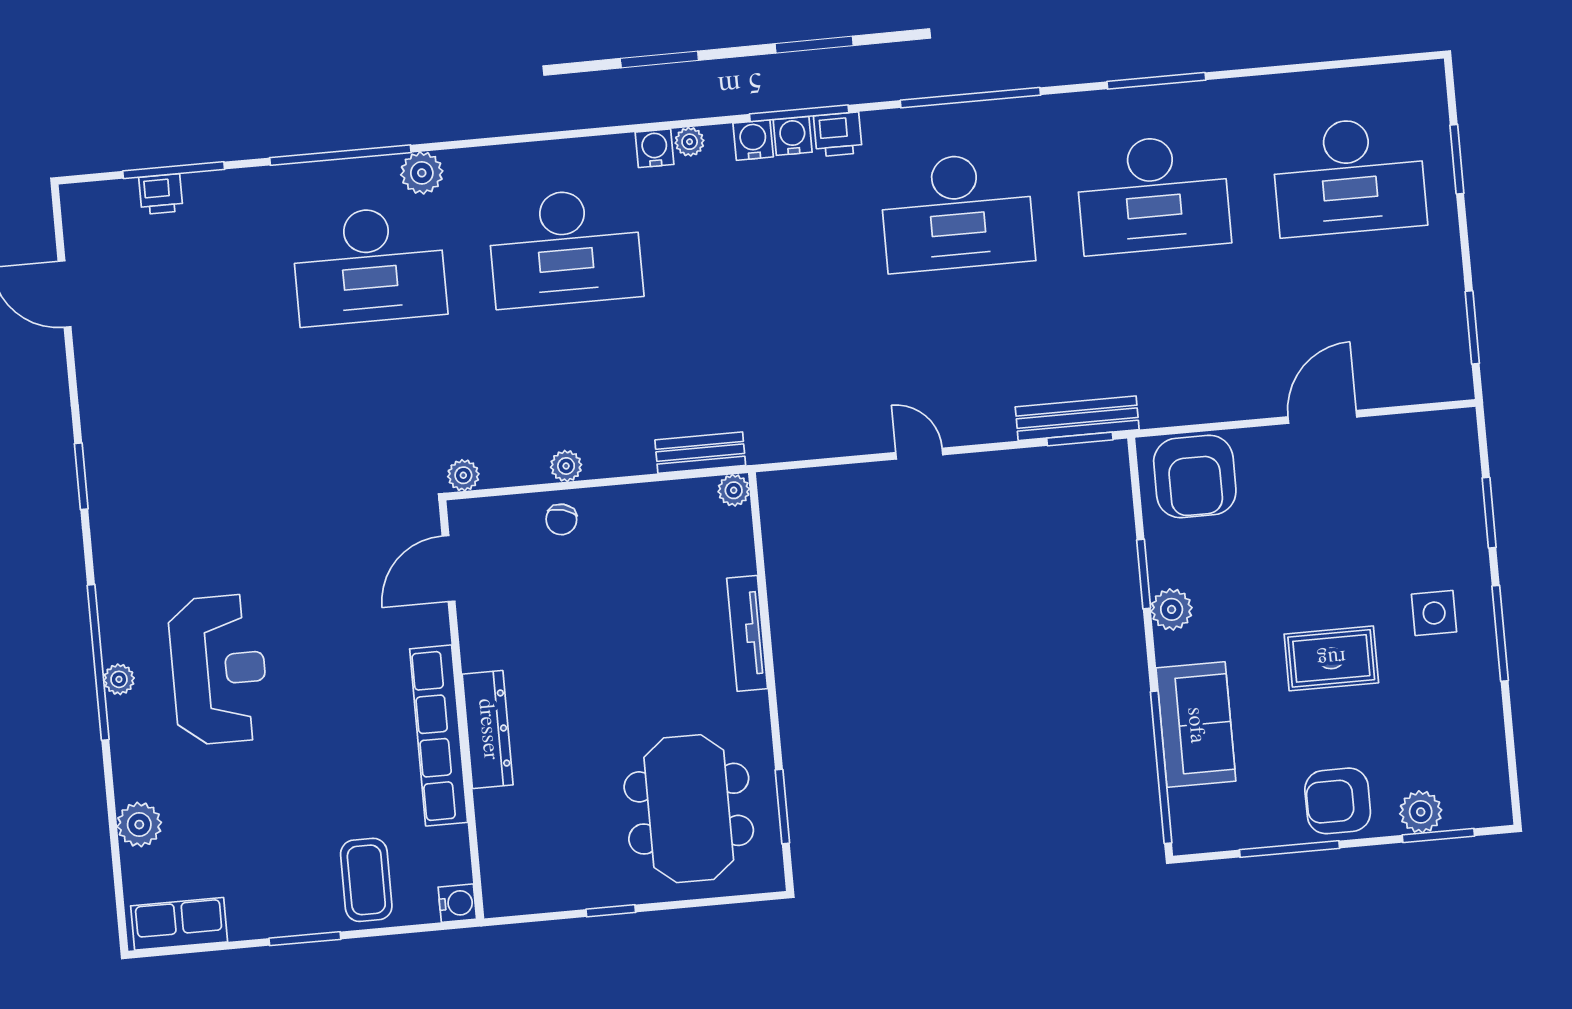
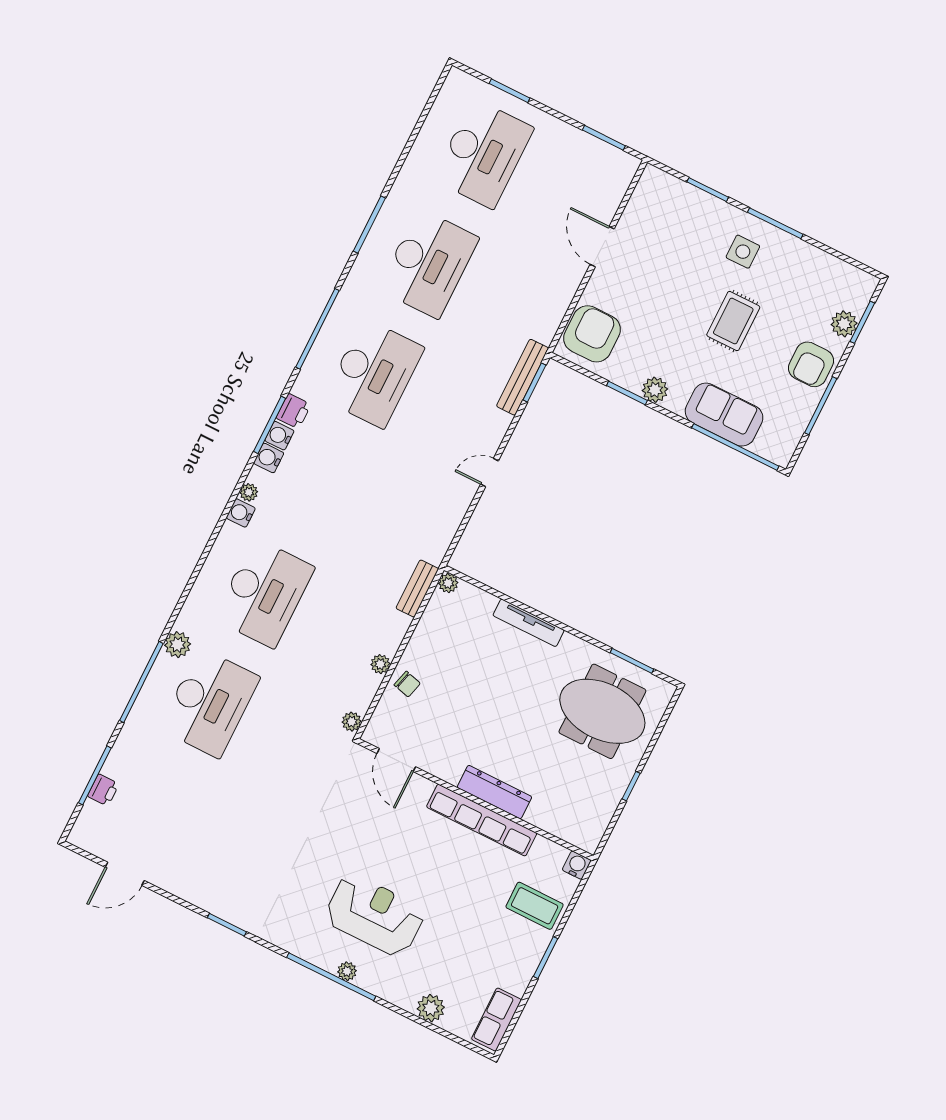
armchair: (1195, 476) -> (592, 334), turned -90

